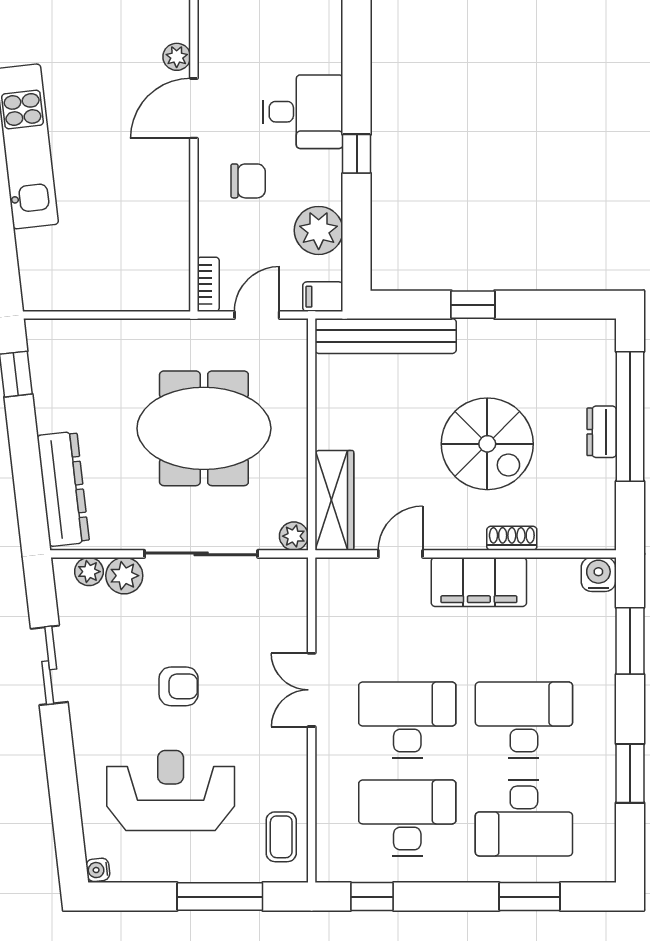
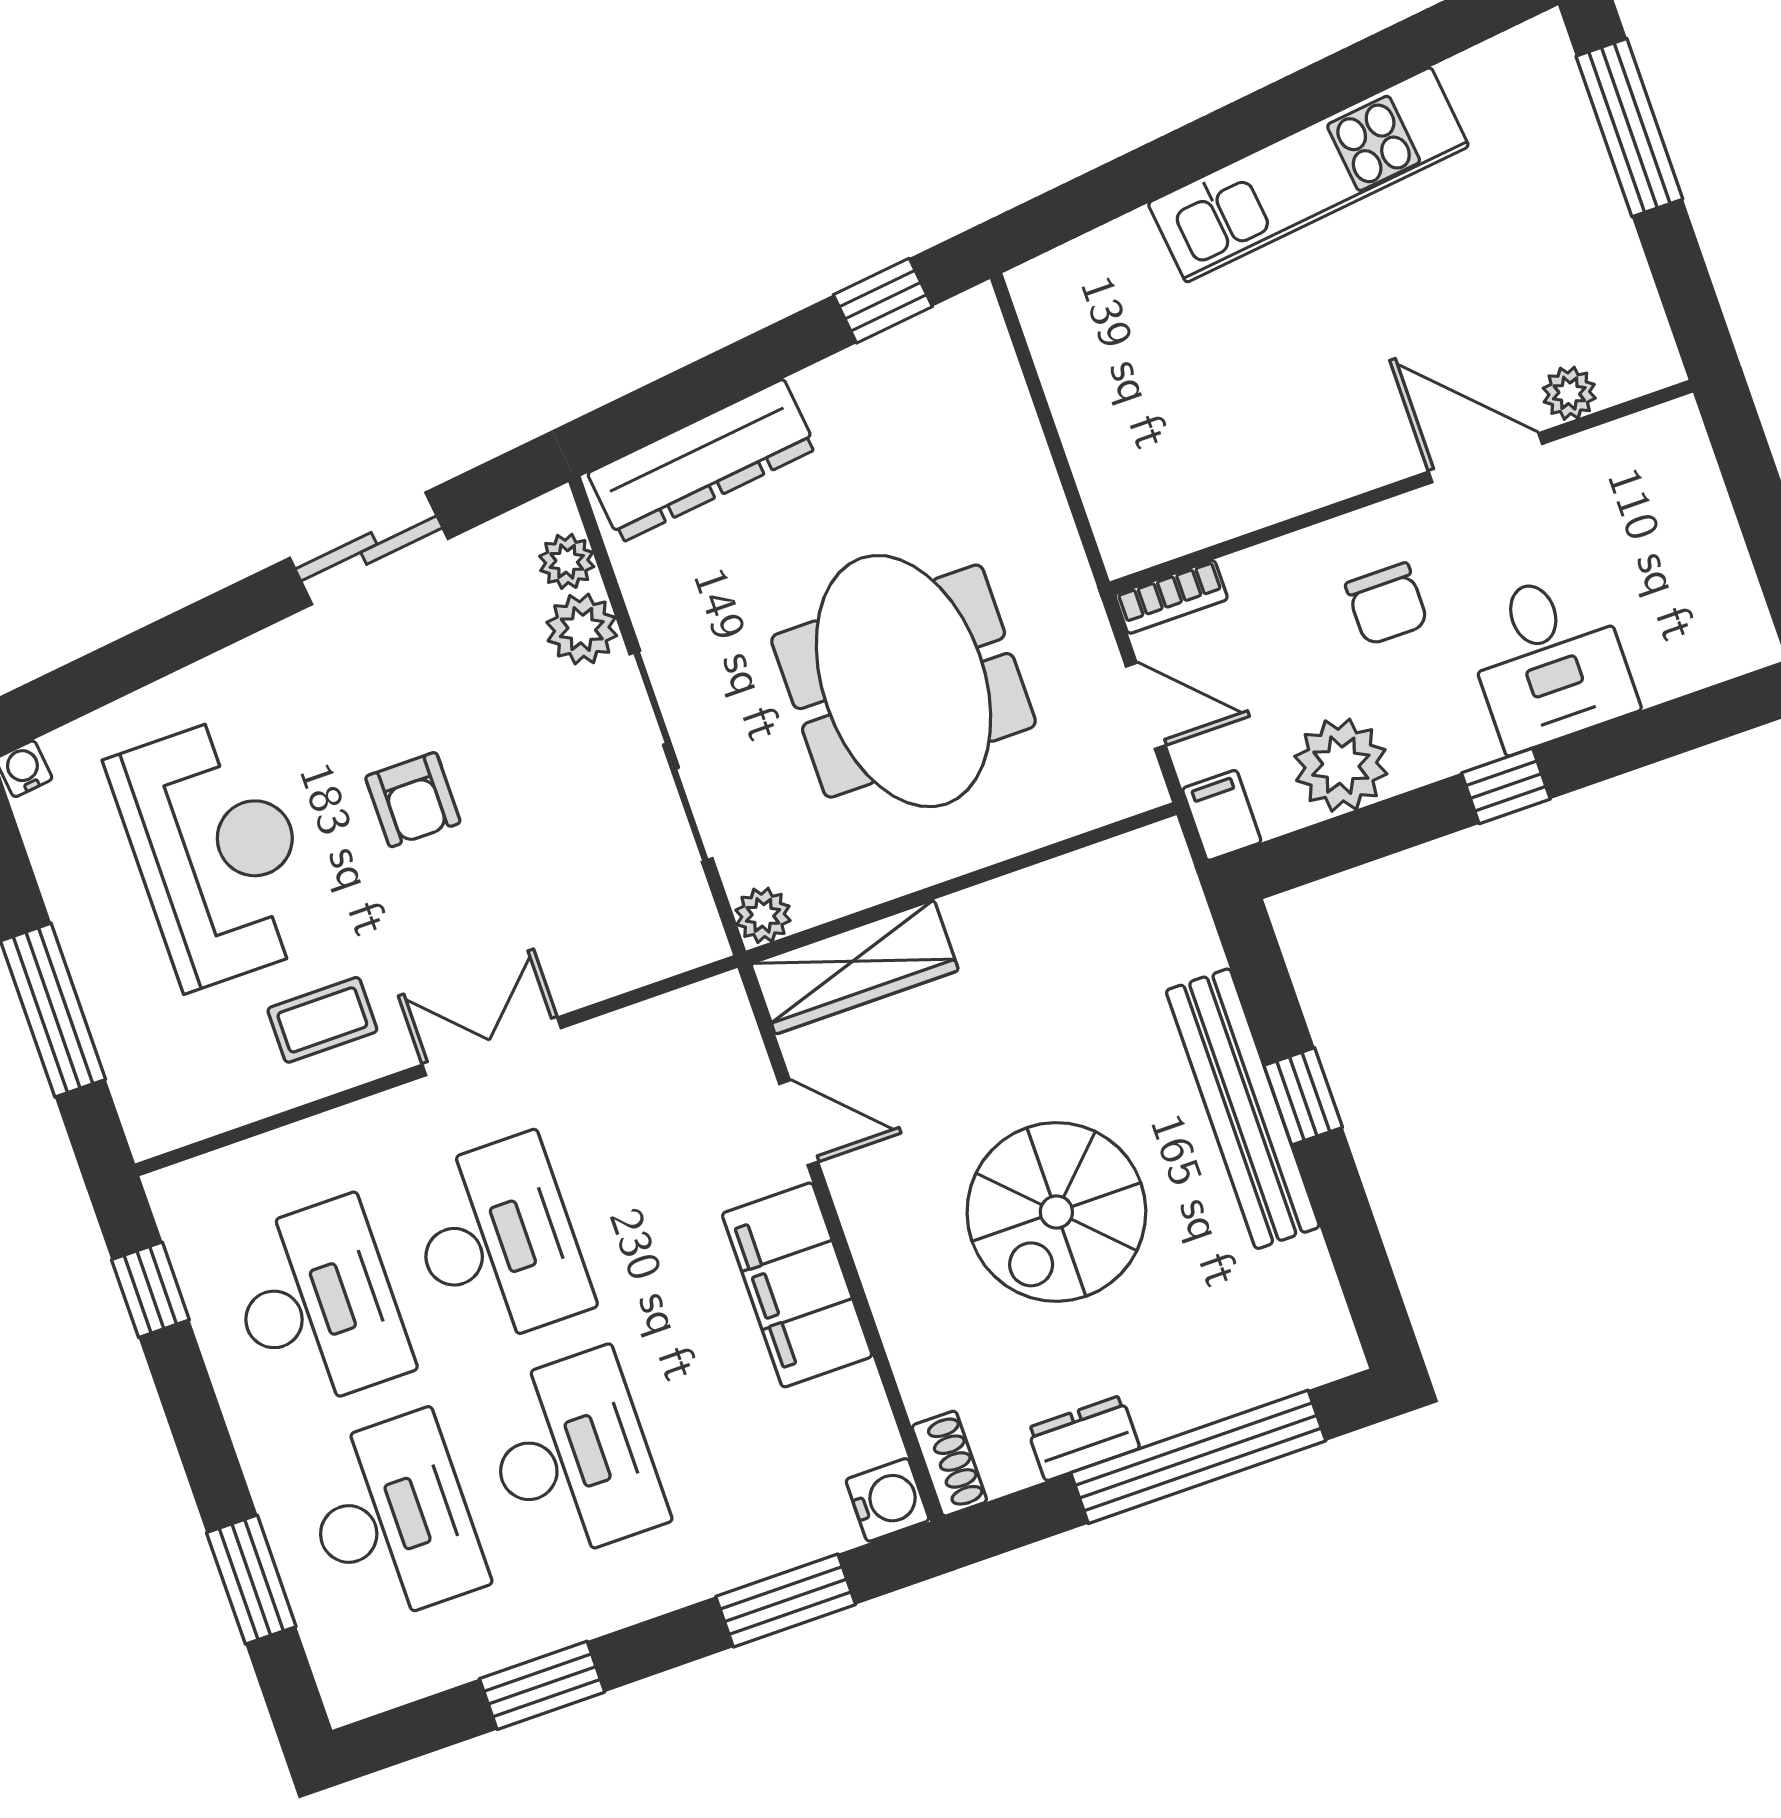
bench: (386, 336) -> (1243, 1109), moved
dresser: (602, 432) -> (1083, 1438), moved
shoe rack: (512, 538) -> (949, 1464), moved
desk: (524, 818) -> (392, 1519), turned 180
coffee table: (281, 837) -> (322, 1020), moved

